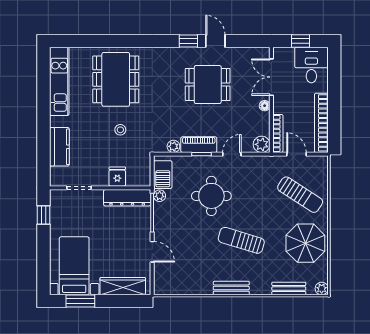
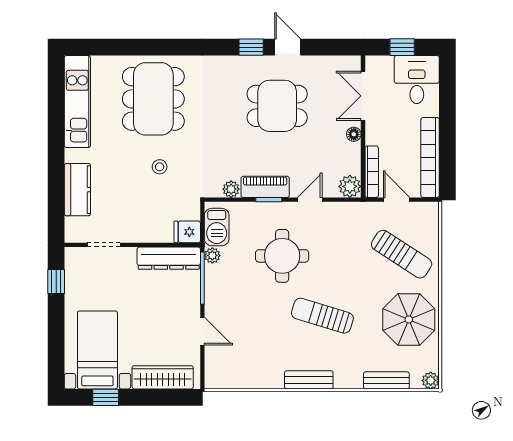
fridge: (117, 177) -> (187, 232), moved, turned -90
window: (80, 301) -> (106, 397), width x0.67

